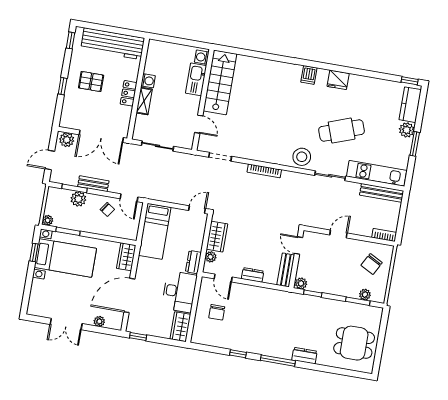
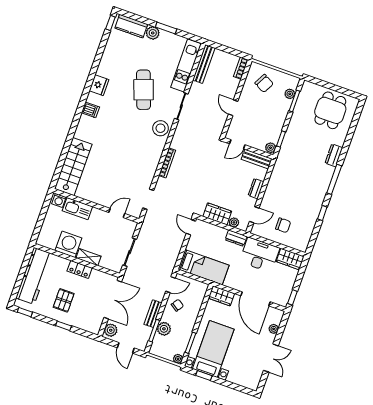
washing machine: (148, 81) -> (68, 244), width x1.89, depth x1.89
stairs: (220, 82) -> (73, 167), moved, turned 90

